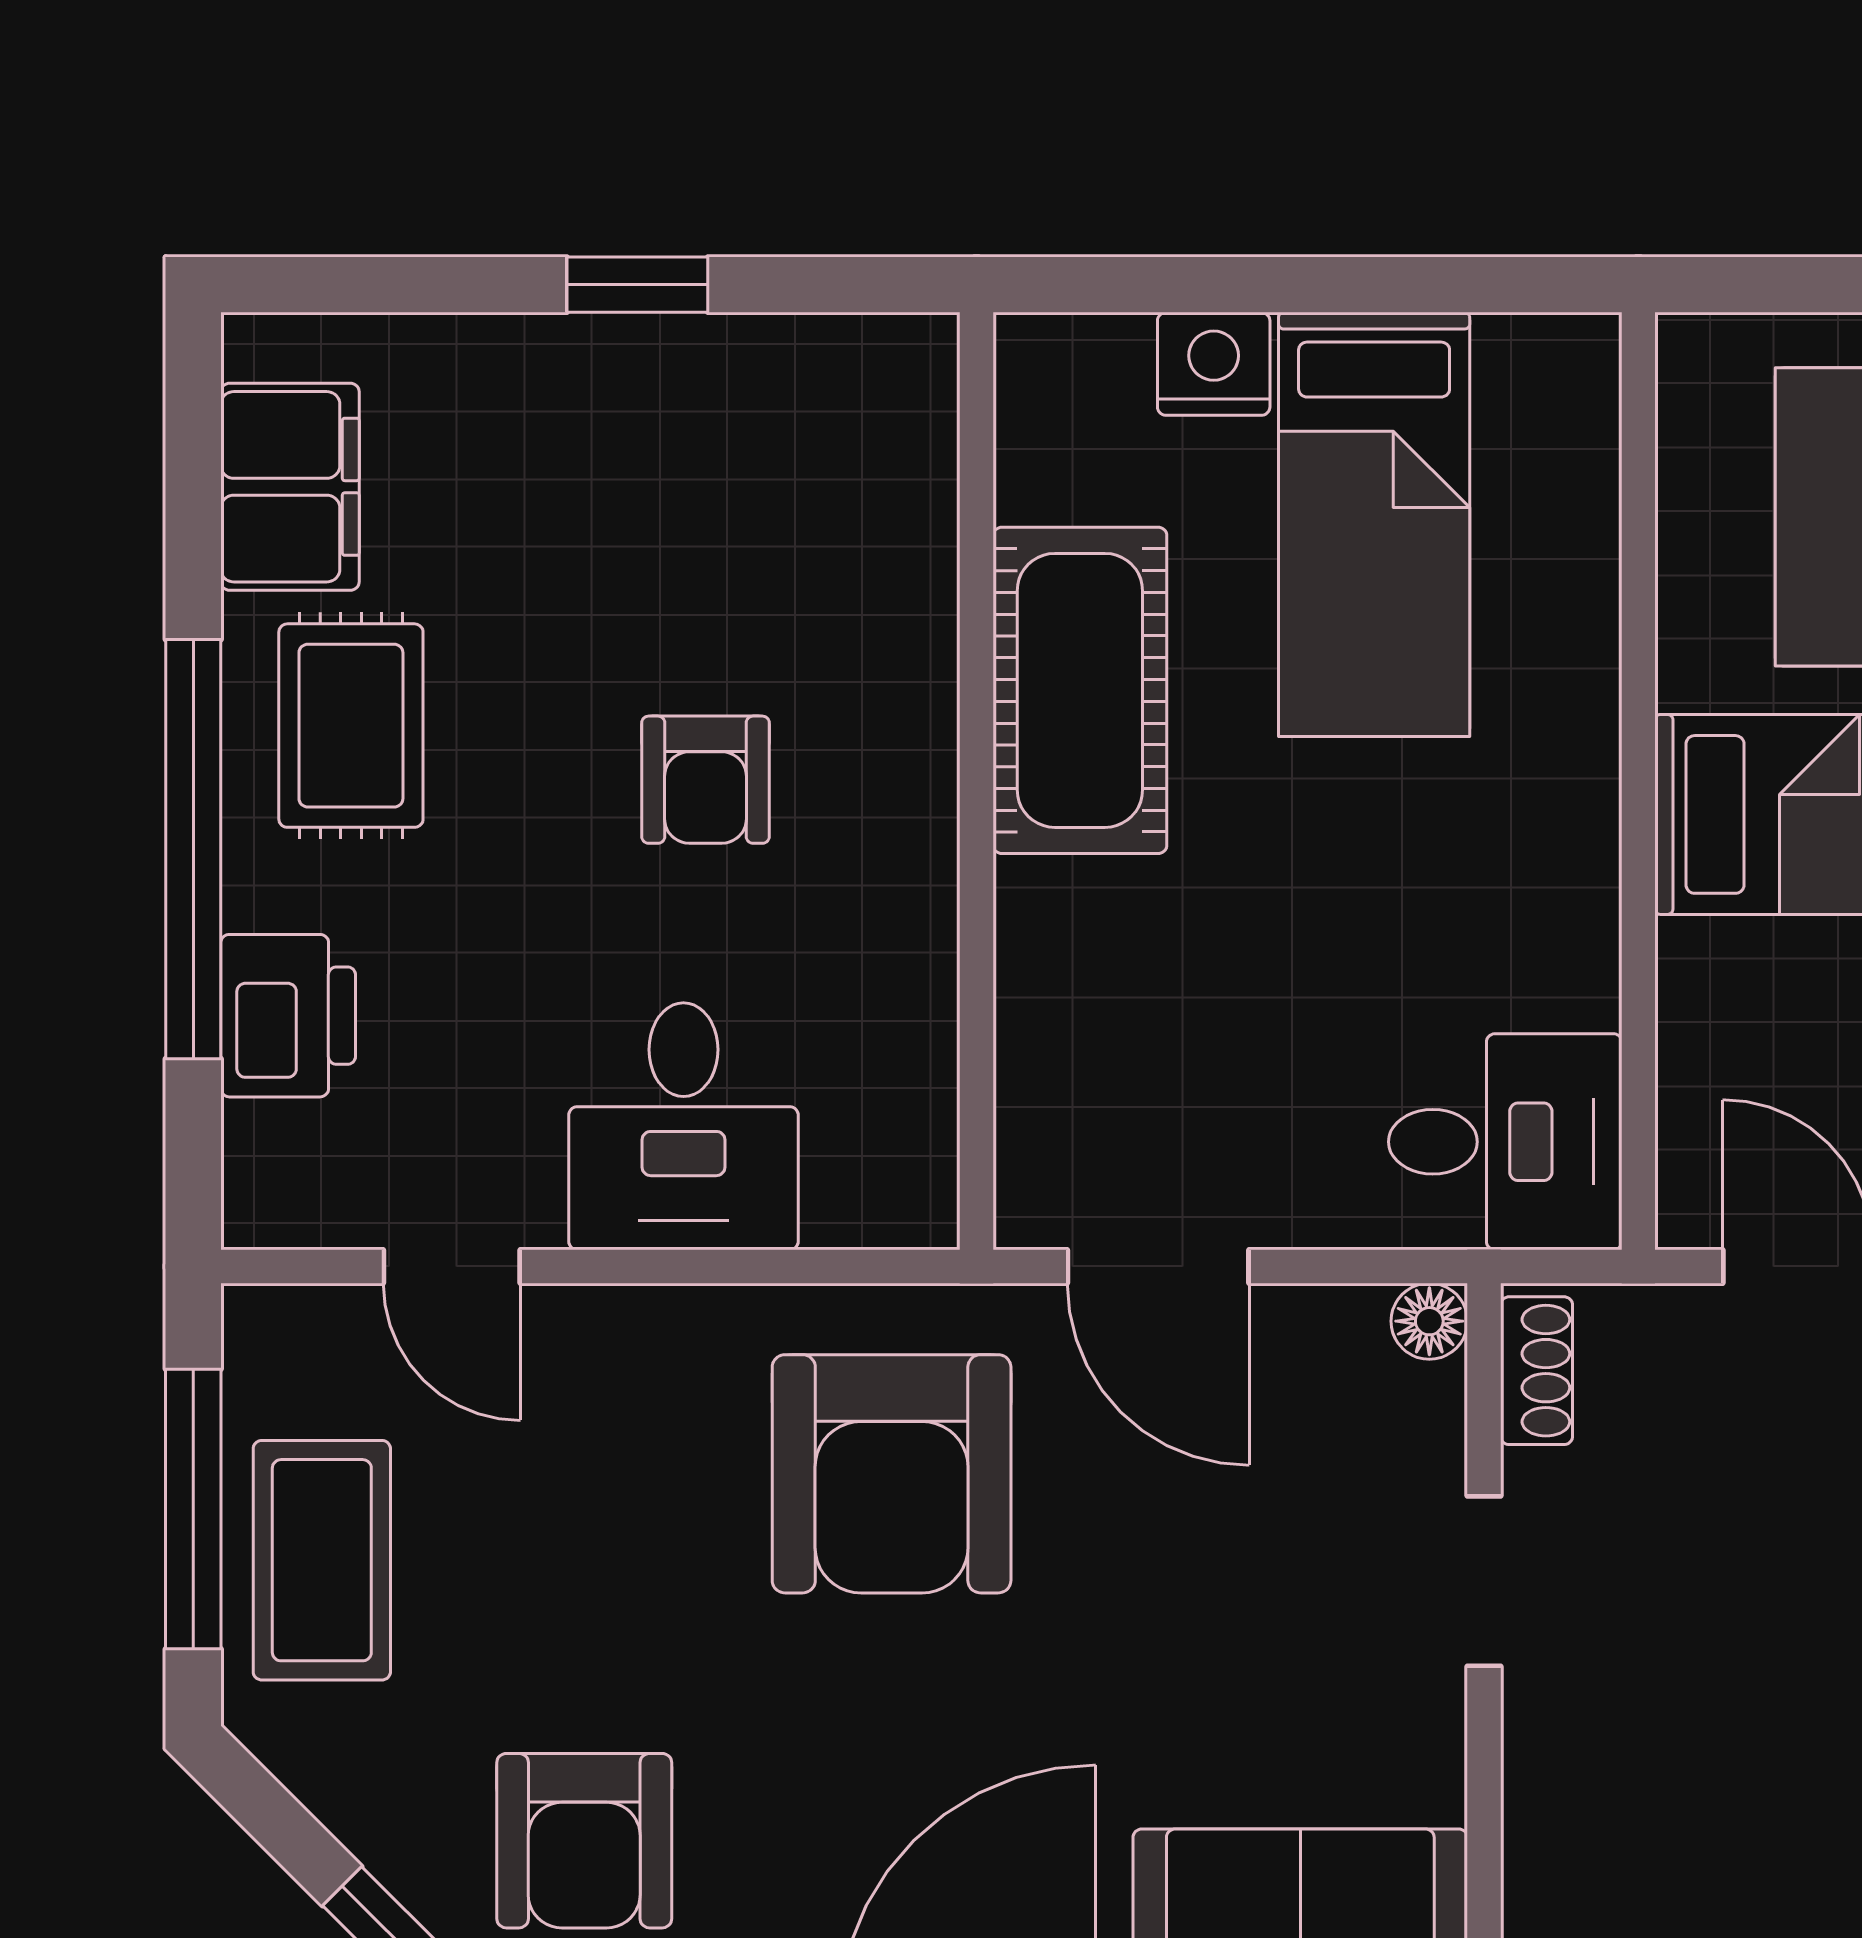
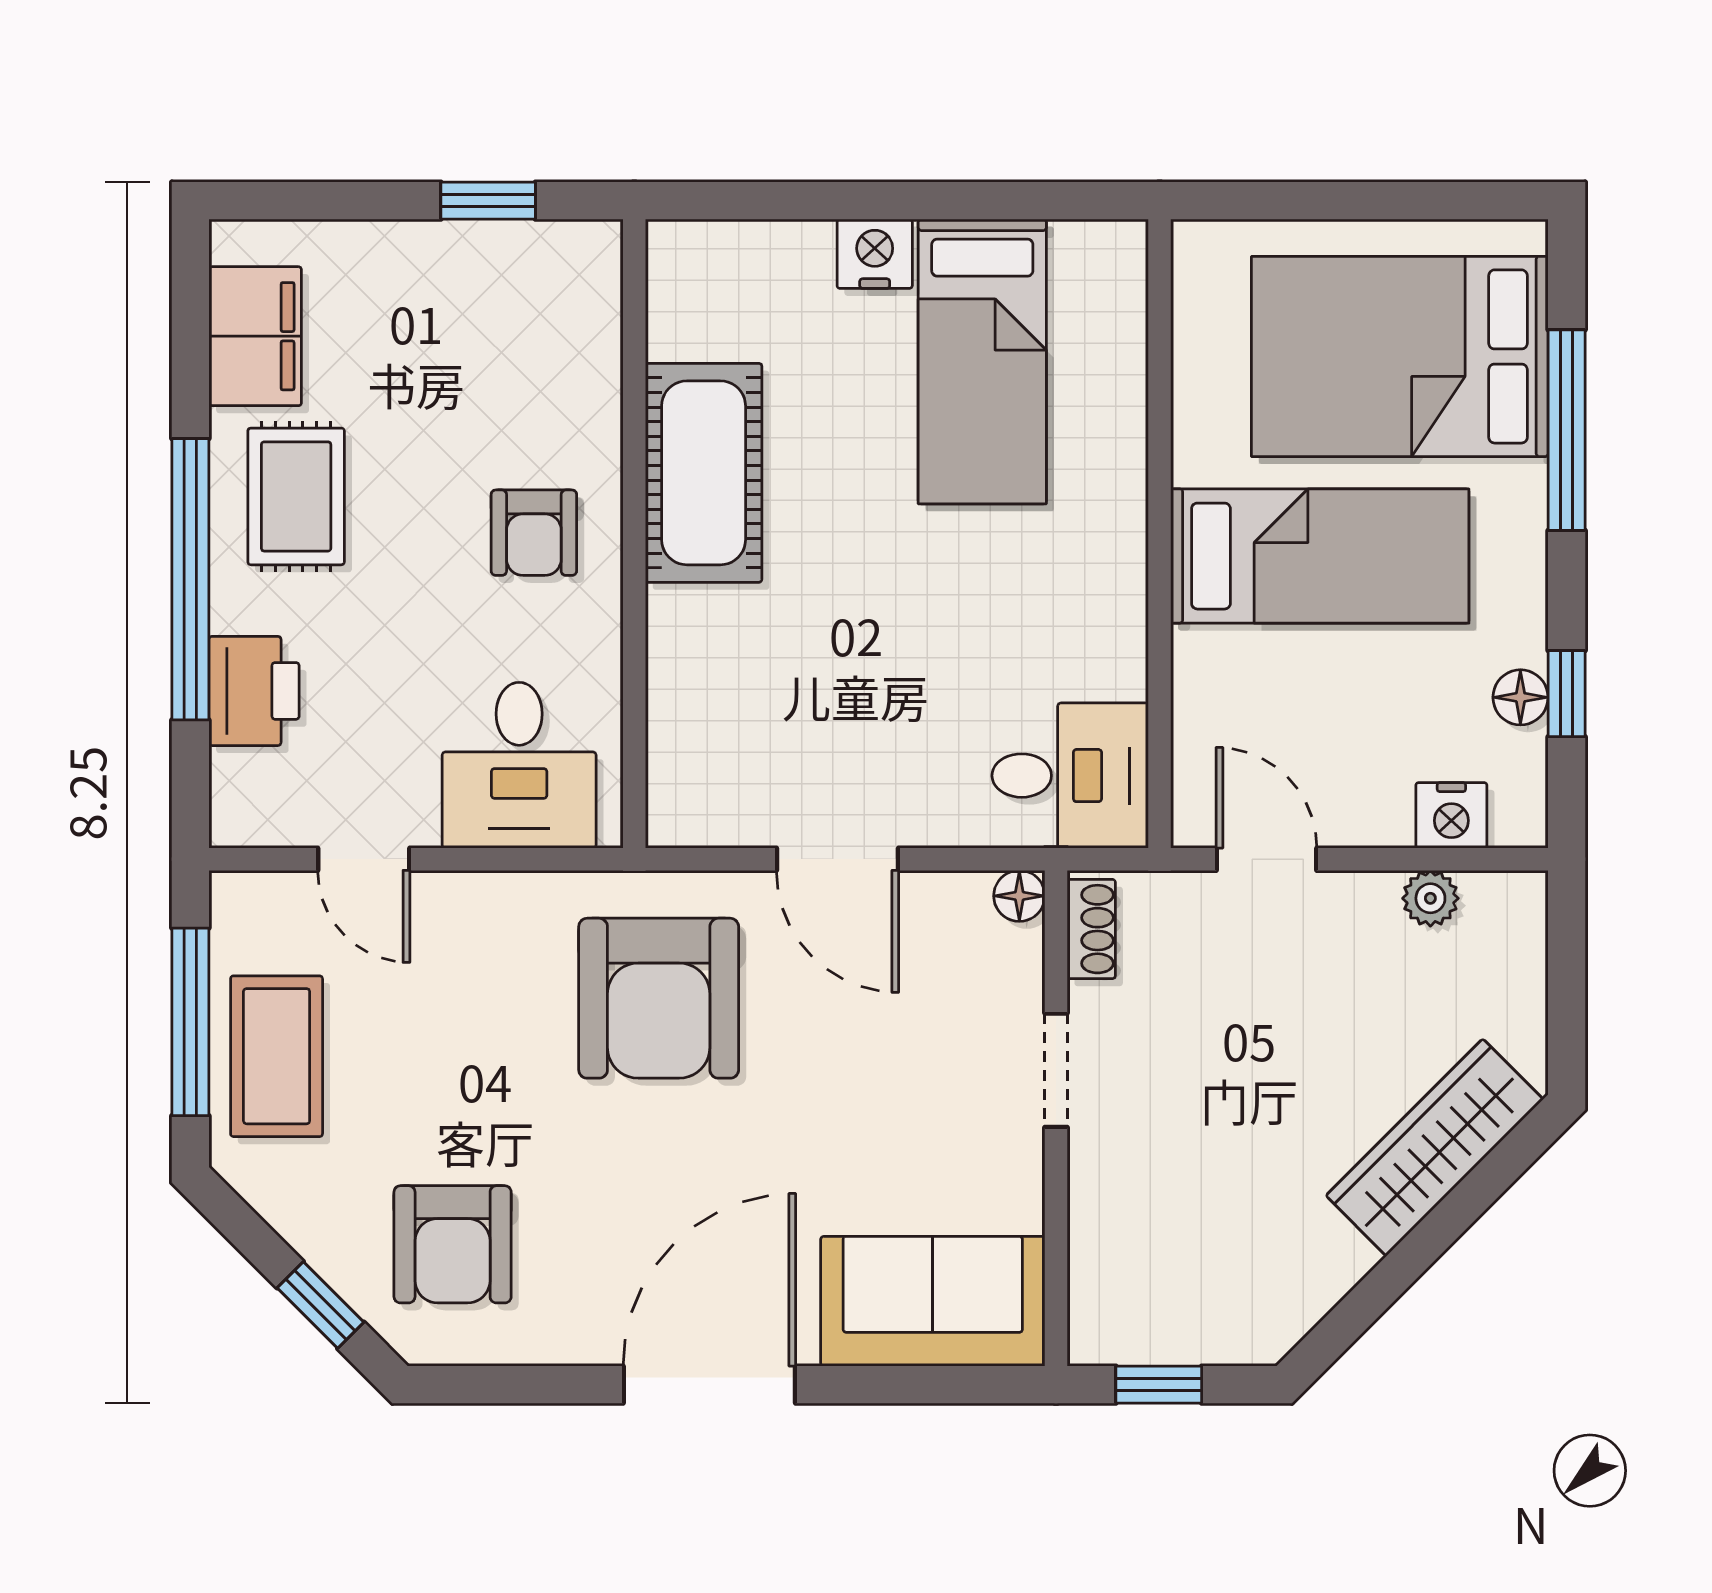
cot: (1080, 690) -> (704, 473), moved
wall: (977, 781) -> (634, 534), moved

